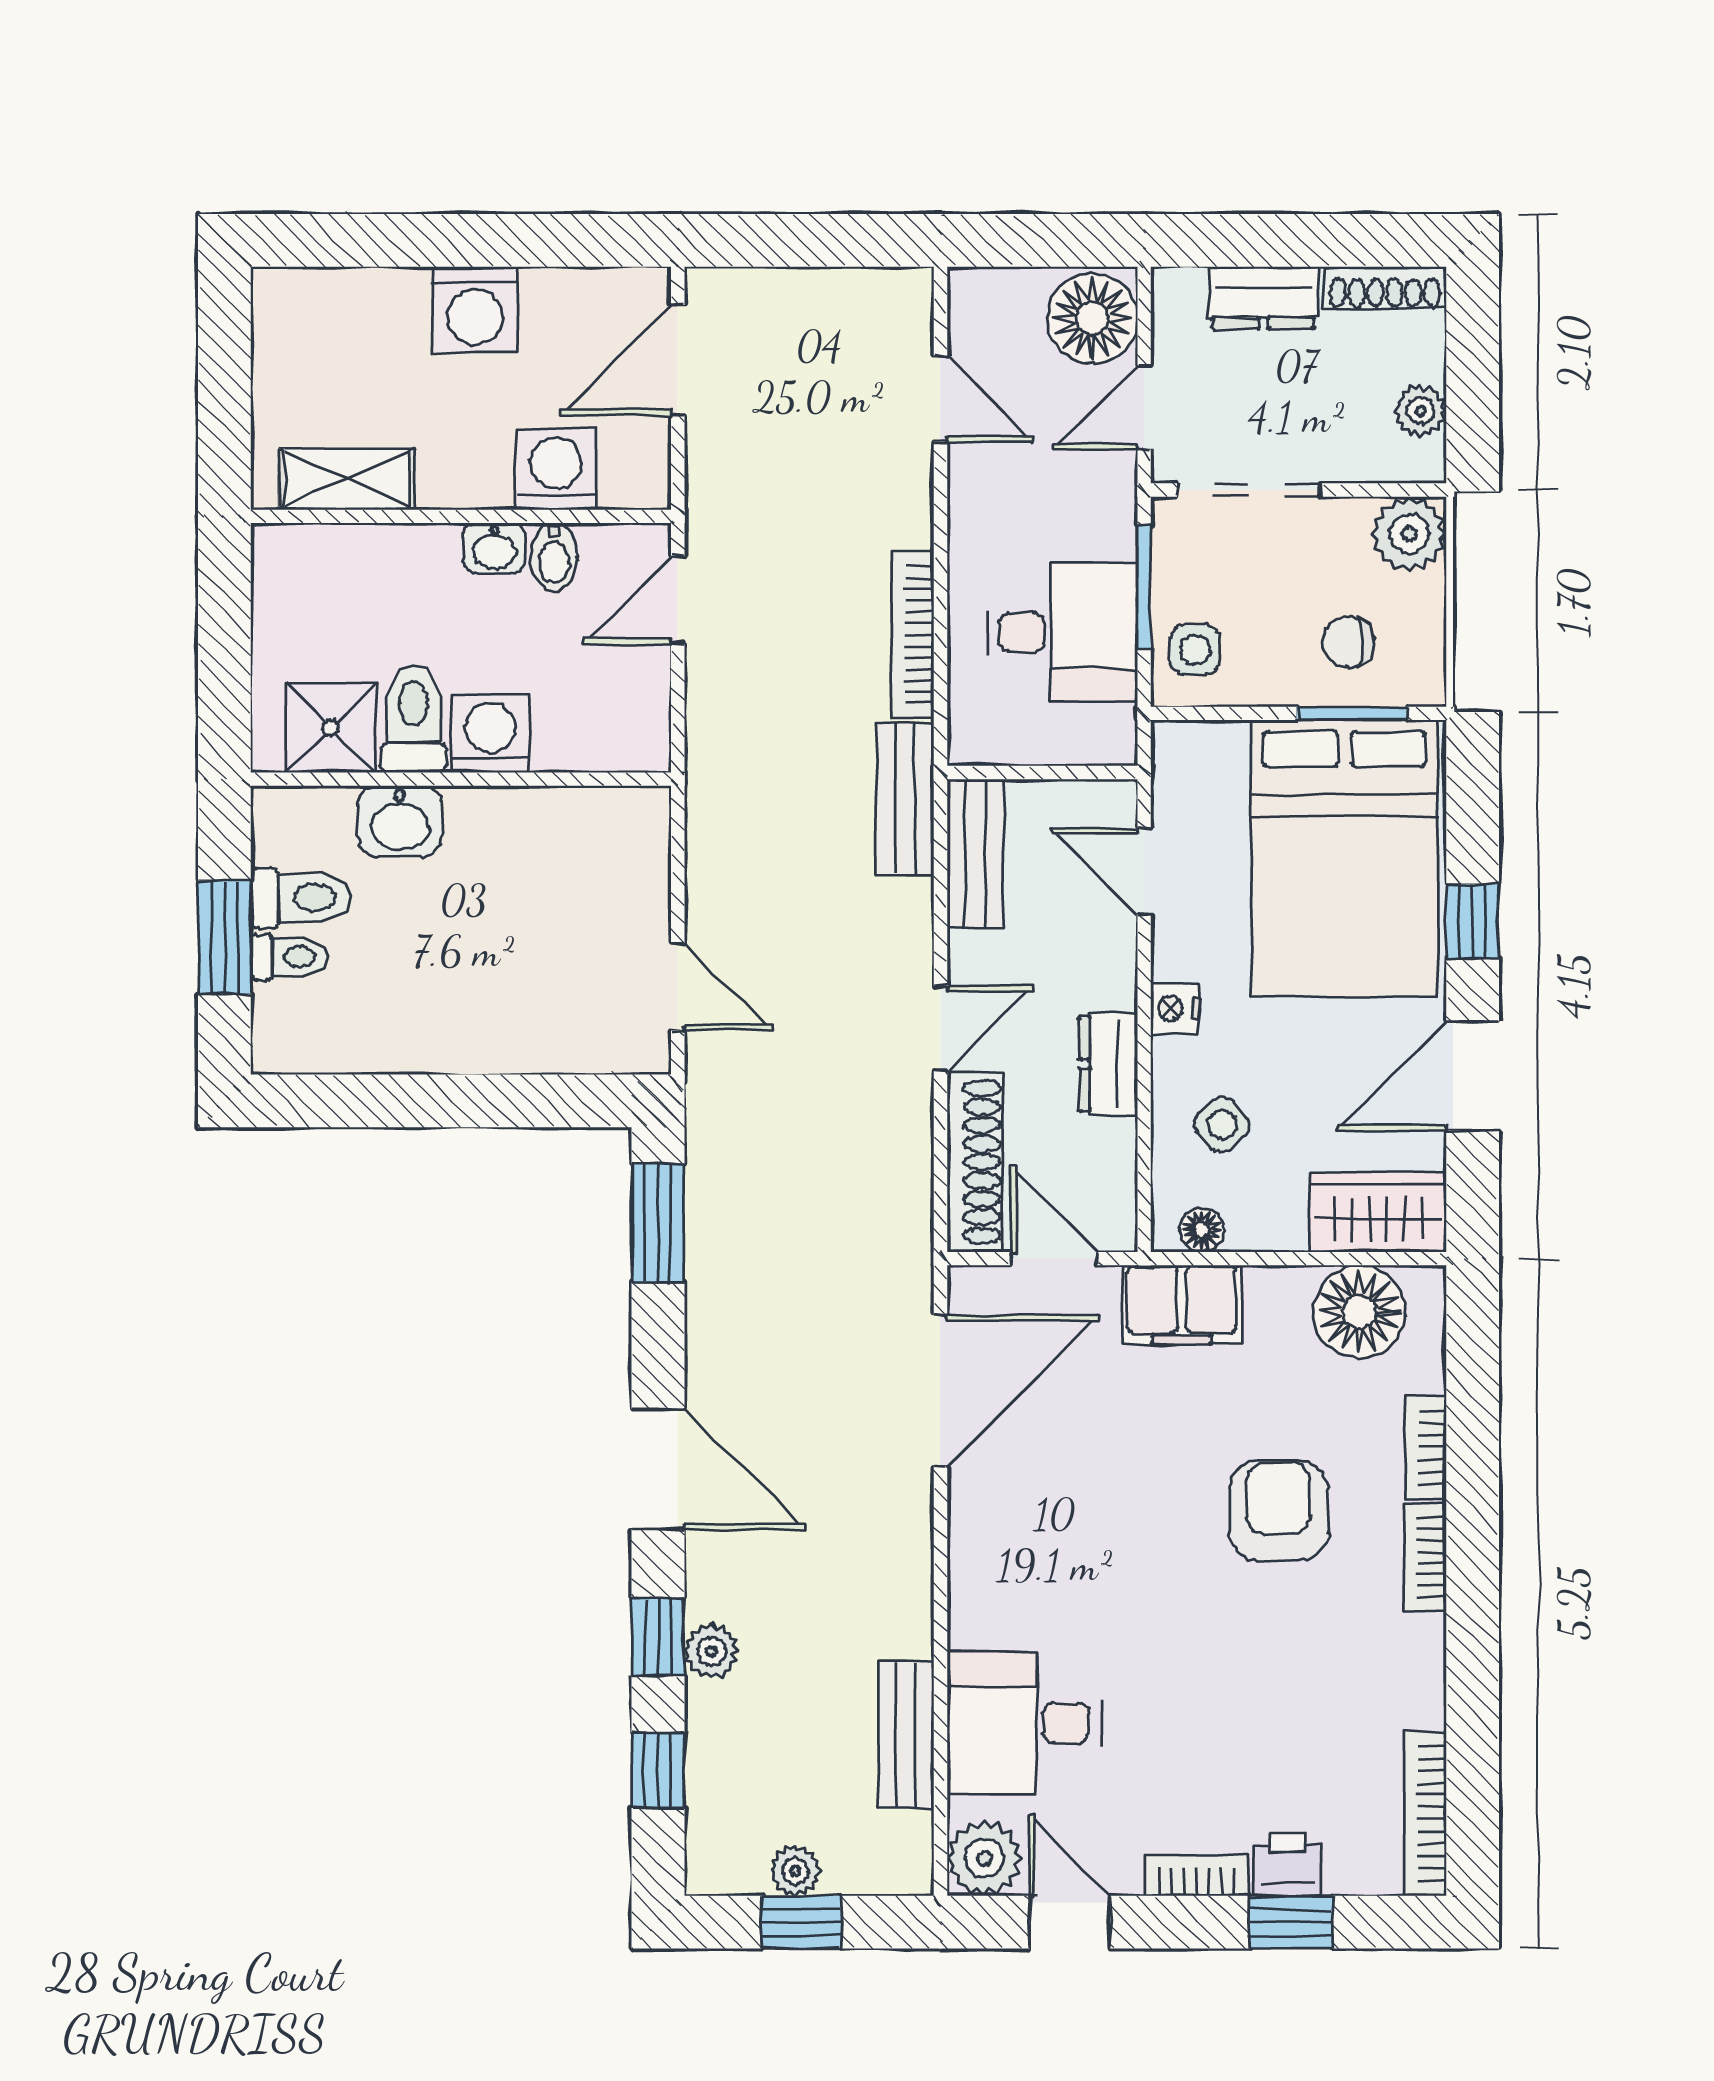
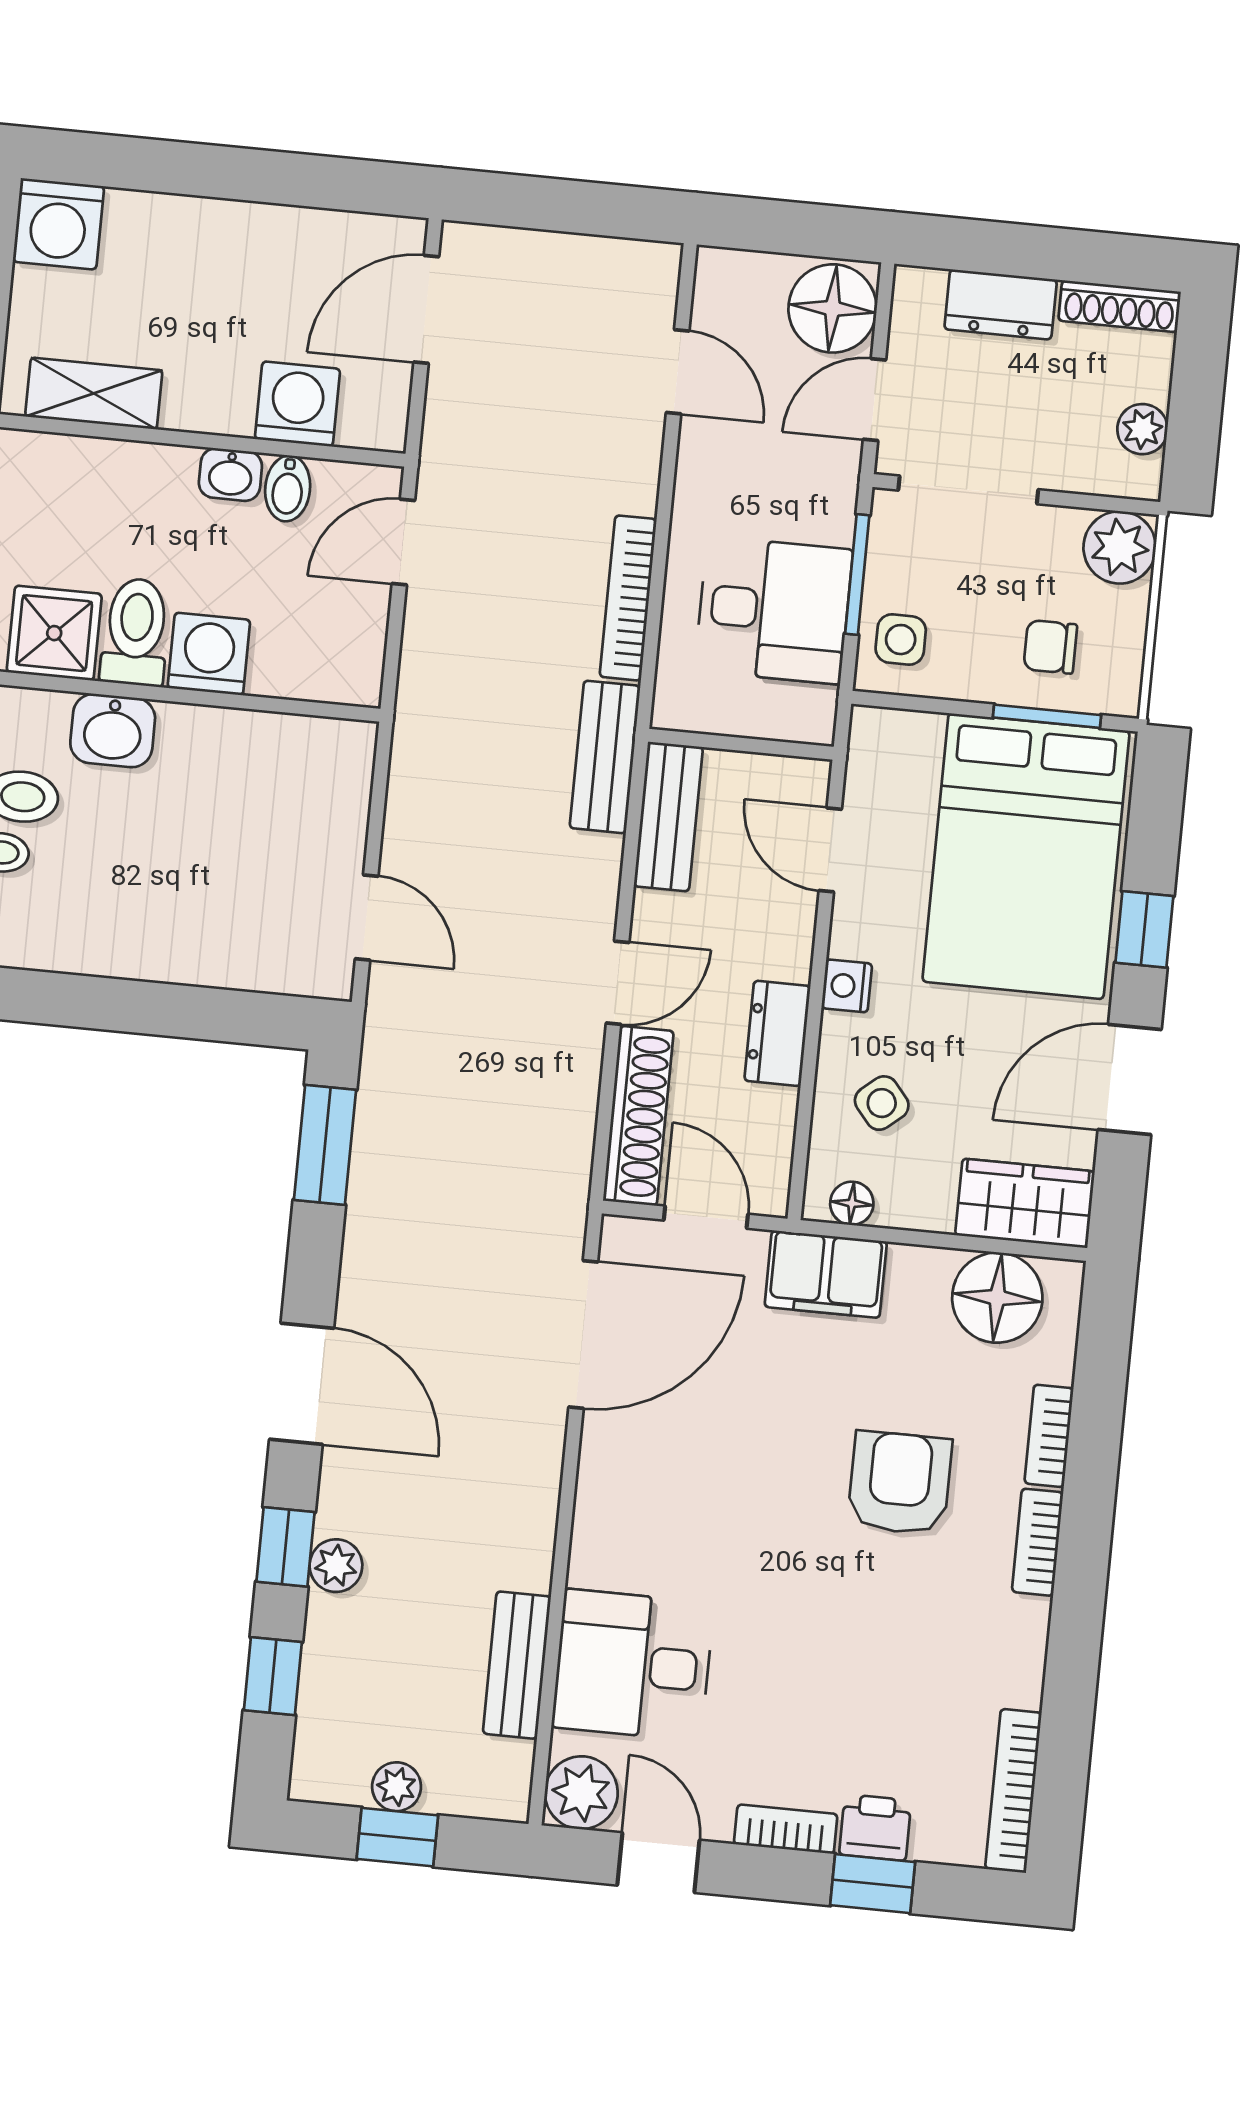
washing machine: (475, 310) -> (58, 224), moved

